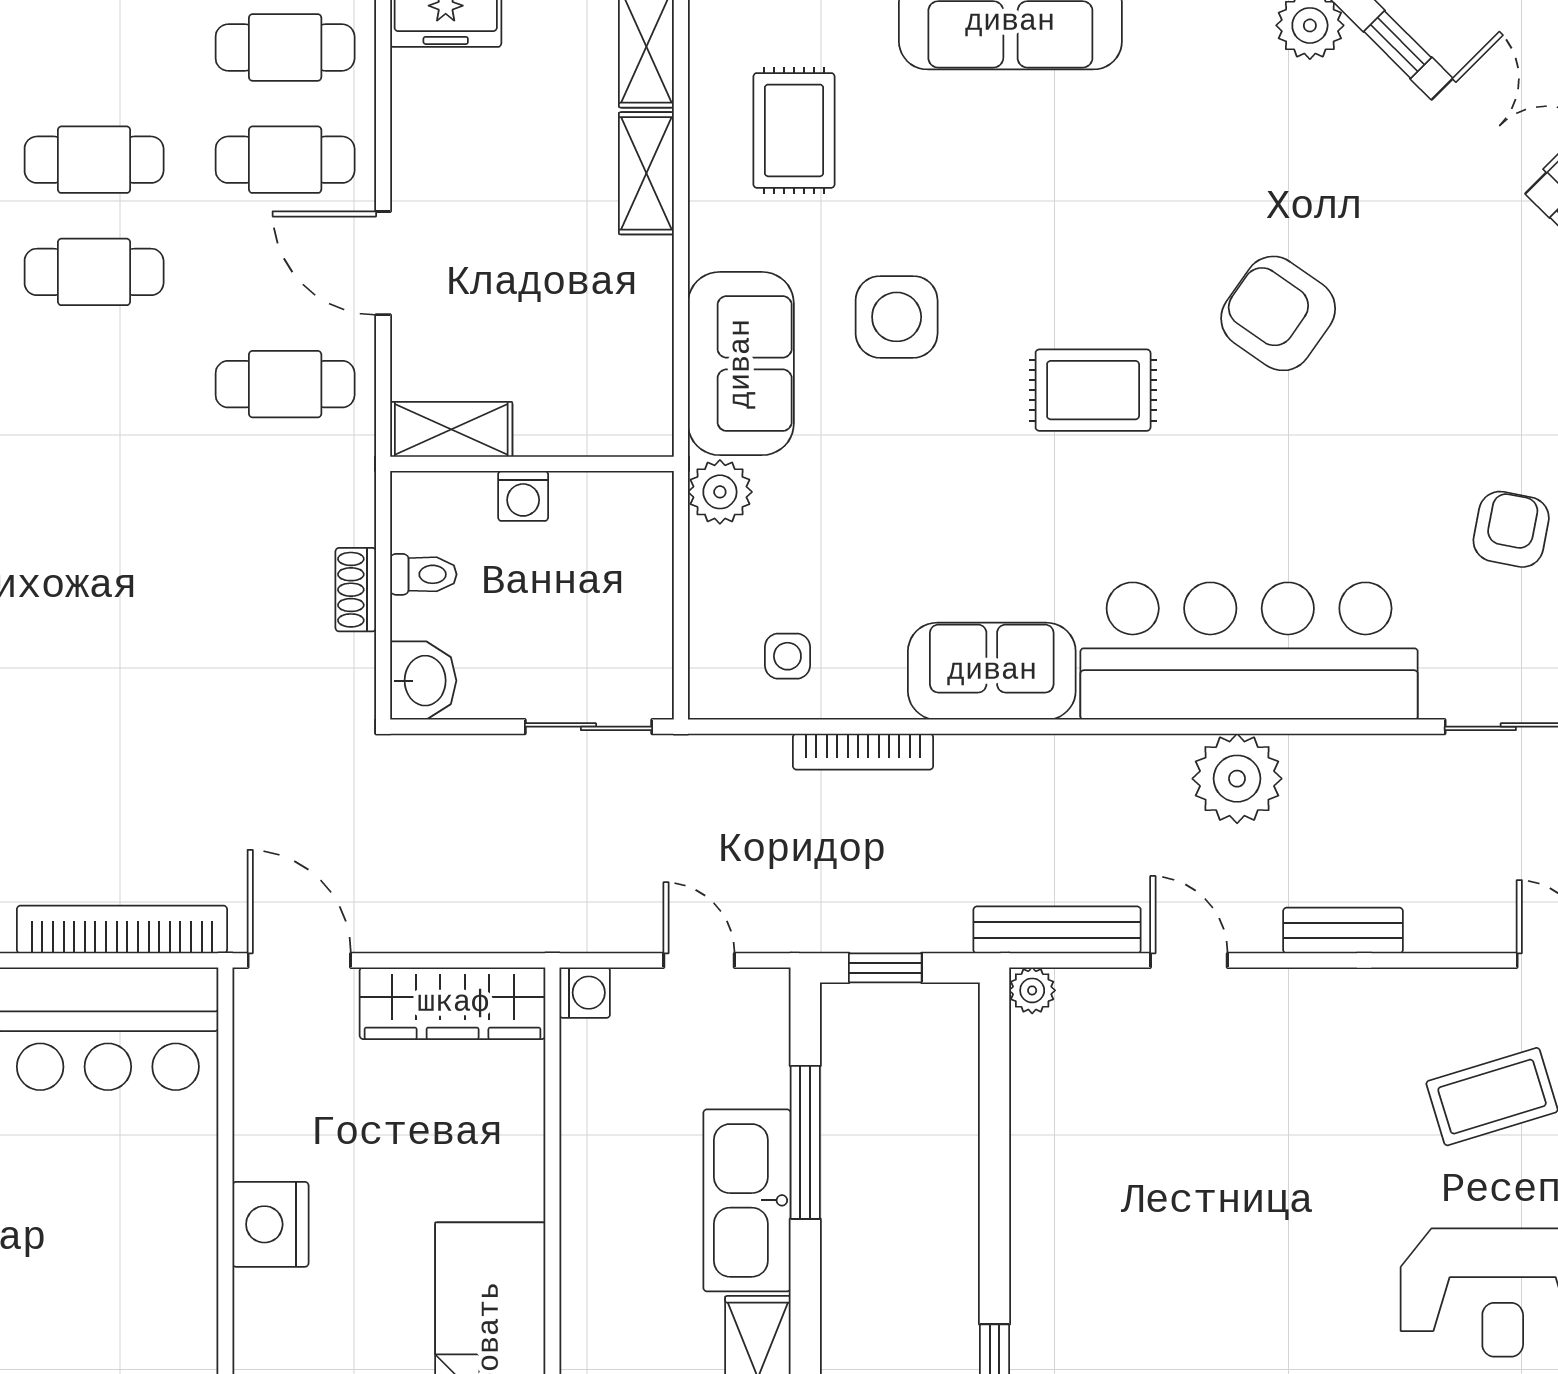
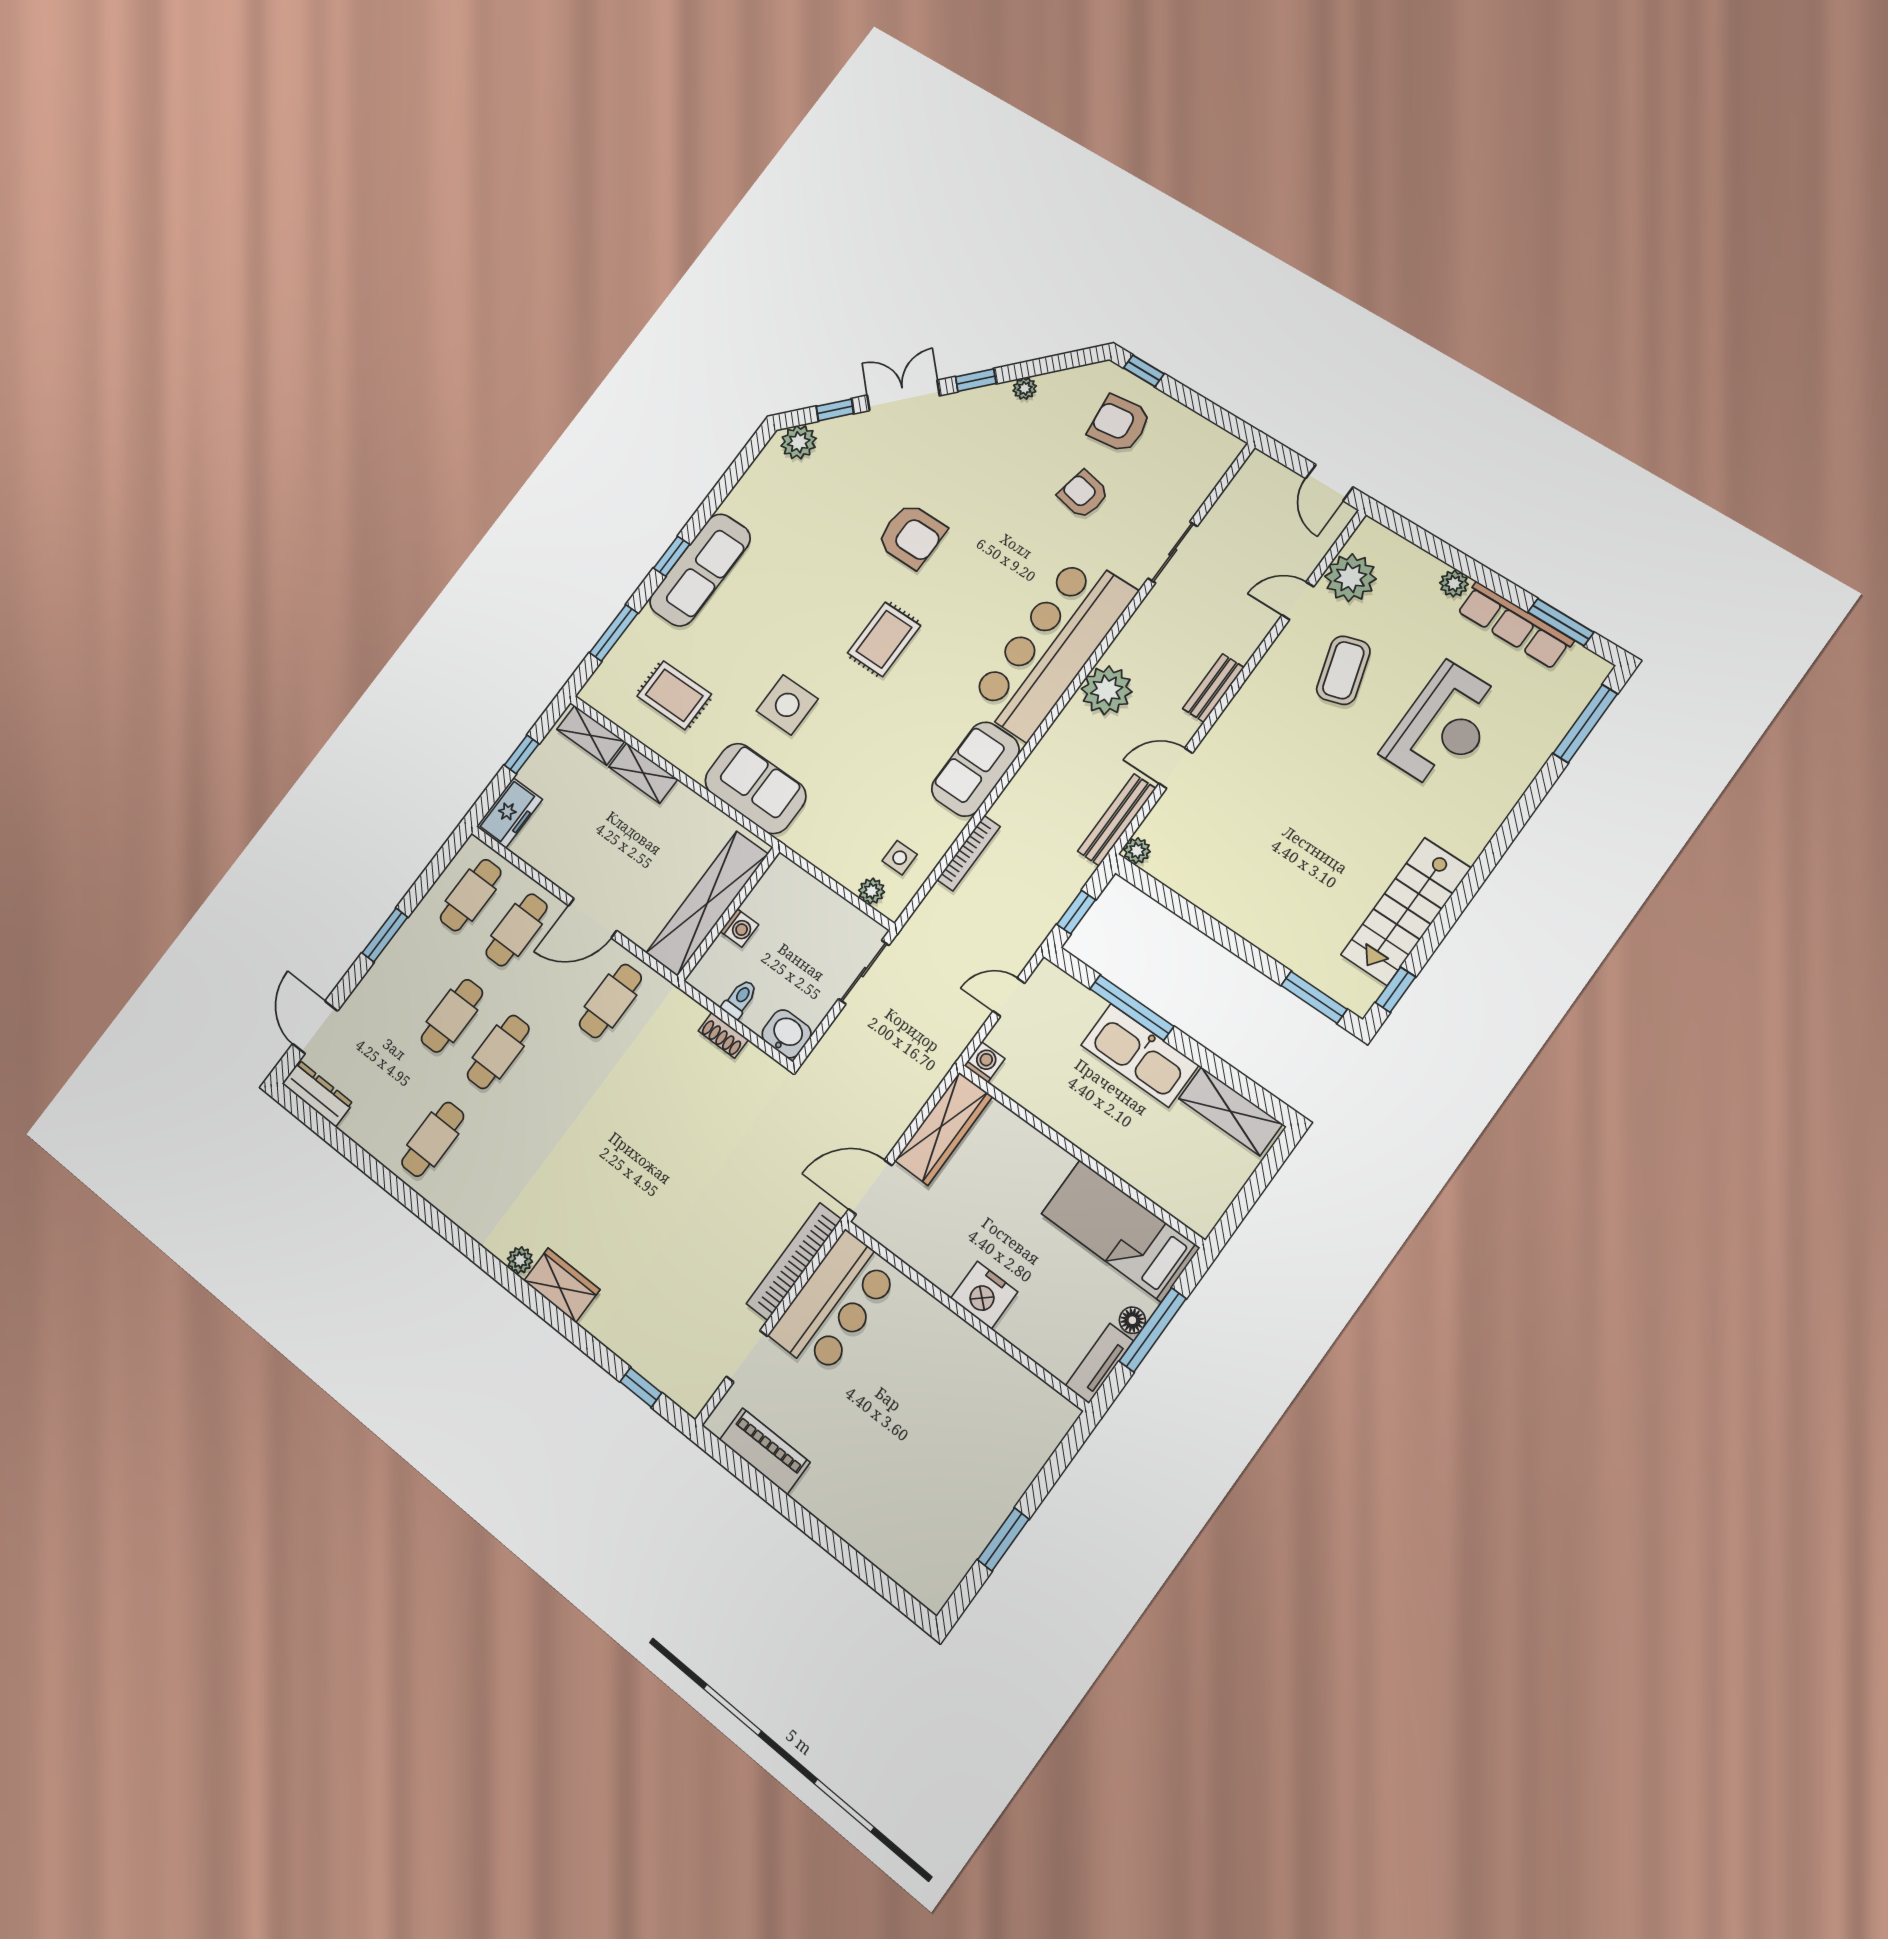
armchair: (1278, 313) -> (911, 536), turned -125
shelving: (451, 429) -> (707, 903), width x2.20, depth x1.33
plant: (720, 492) -> (872, 891), moved, width x0.73, depth x0.73

